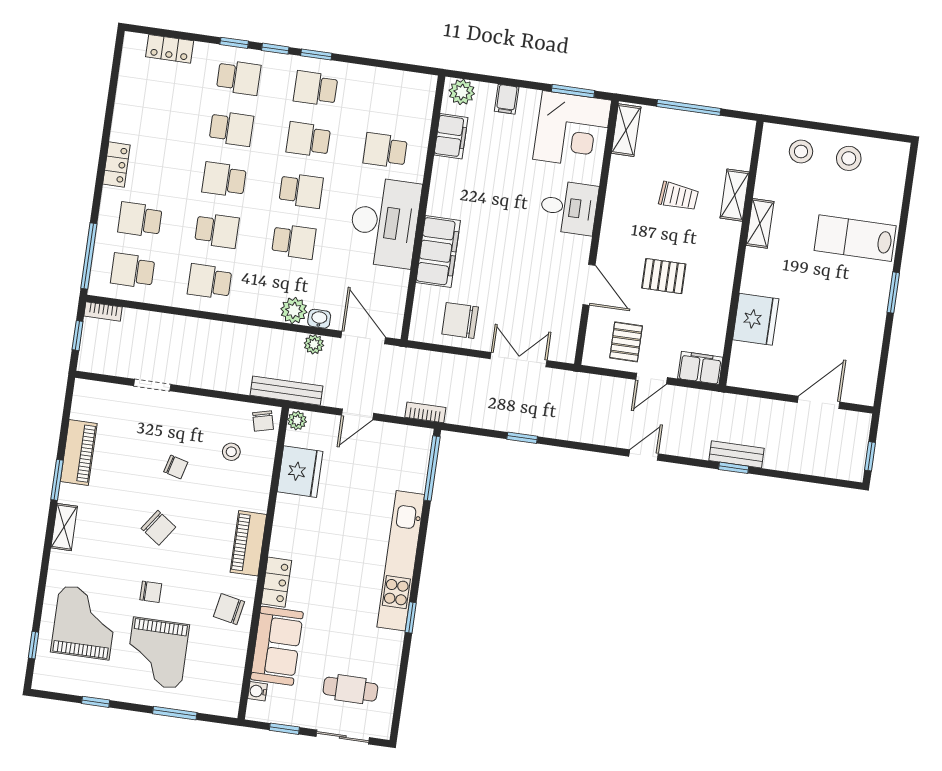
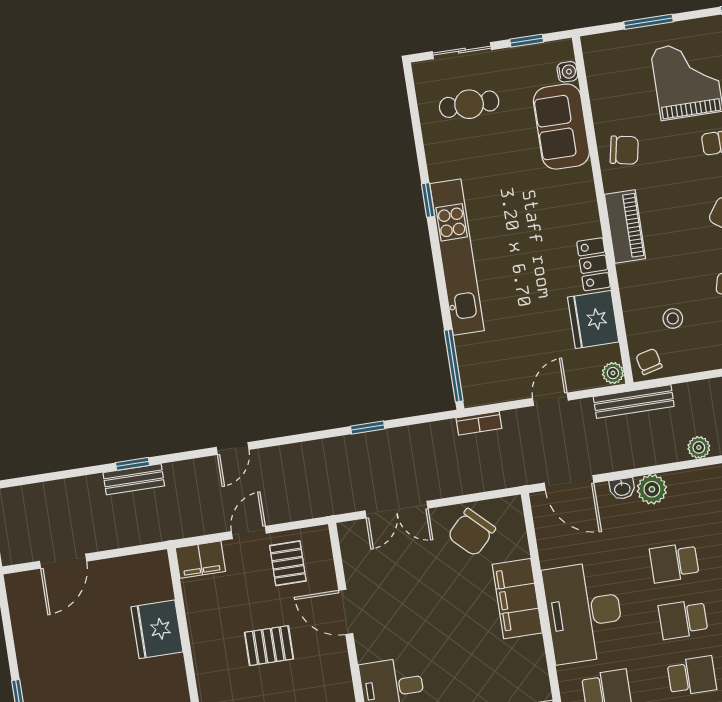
chair: (460, 320) -> (472, 532), turned 134
plant: (314, 344) -> (699, 447), moved
locker: (276, 582) -> (593, 264), moved

